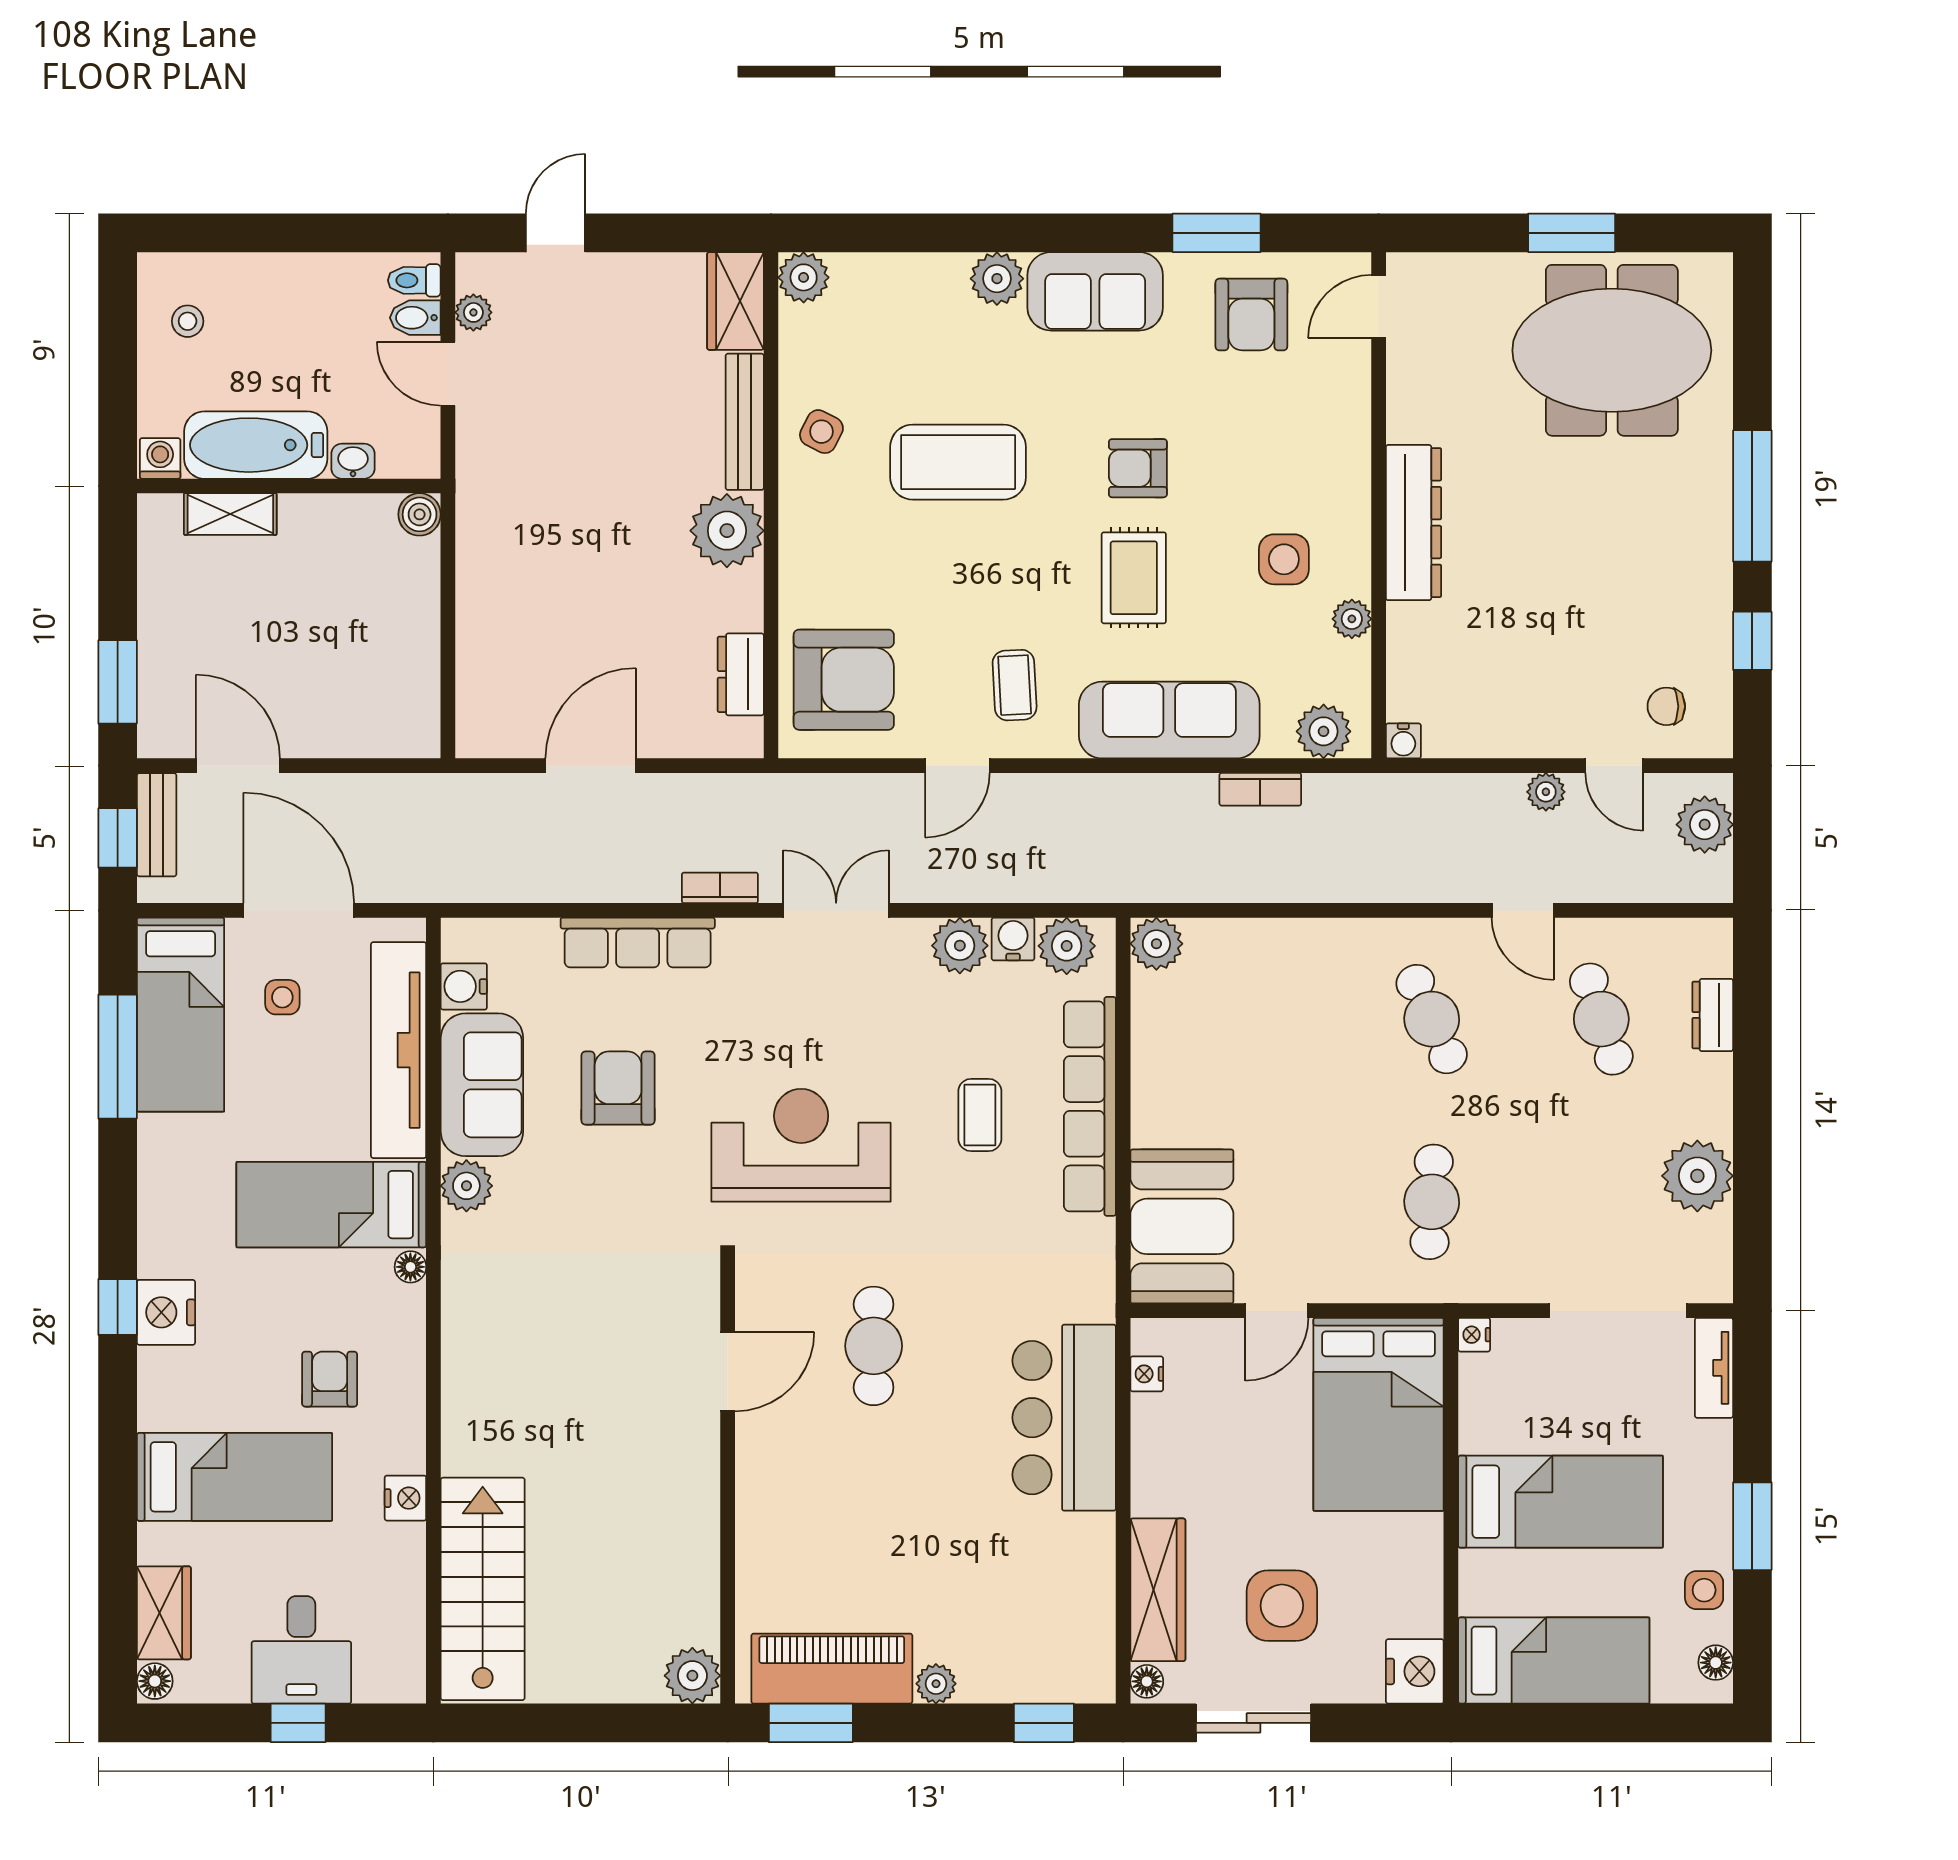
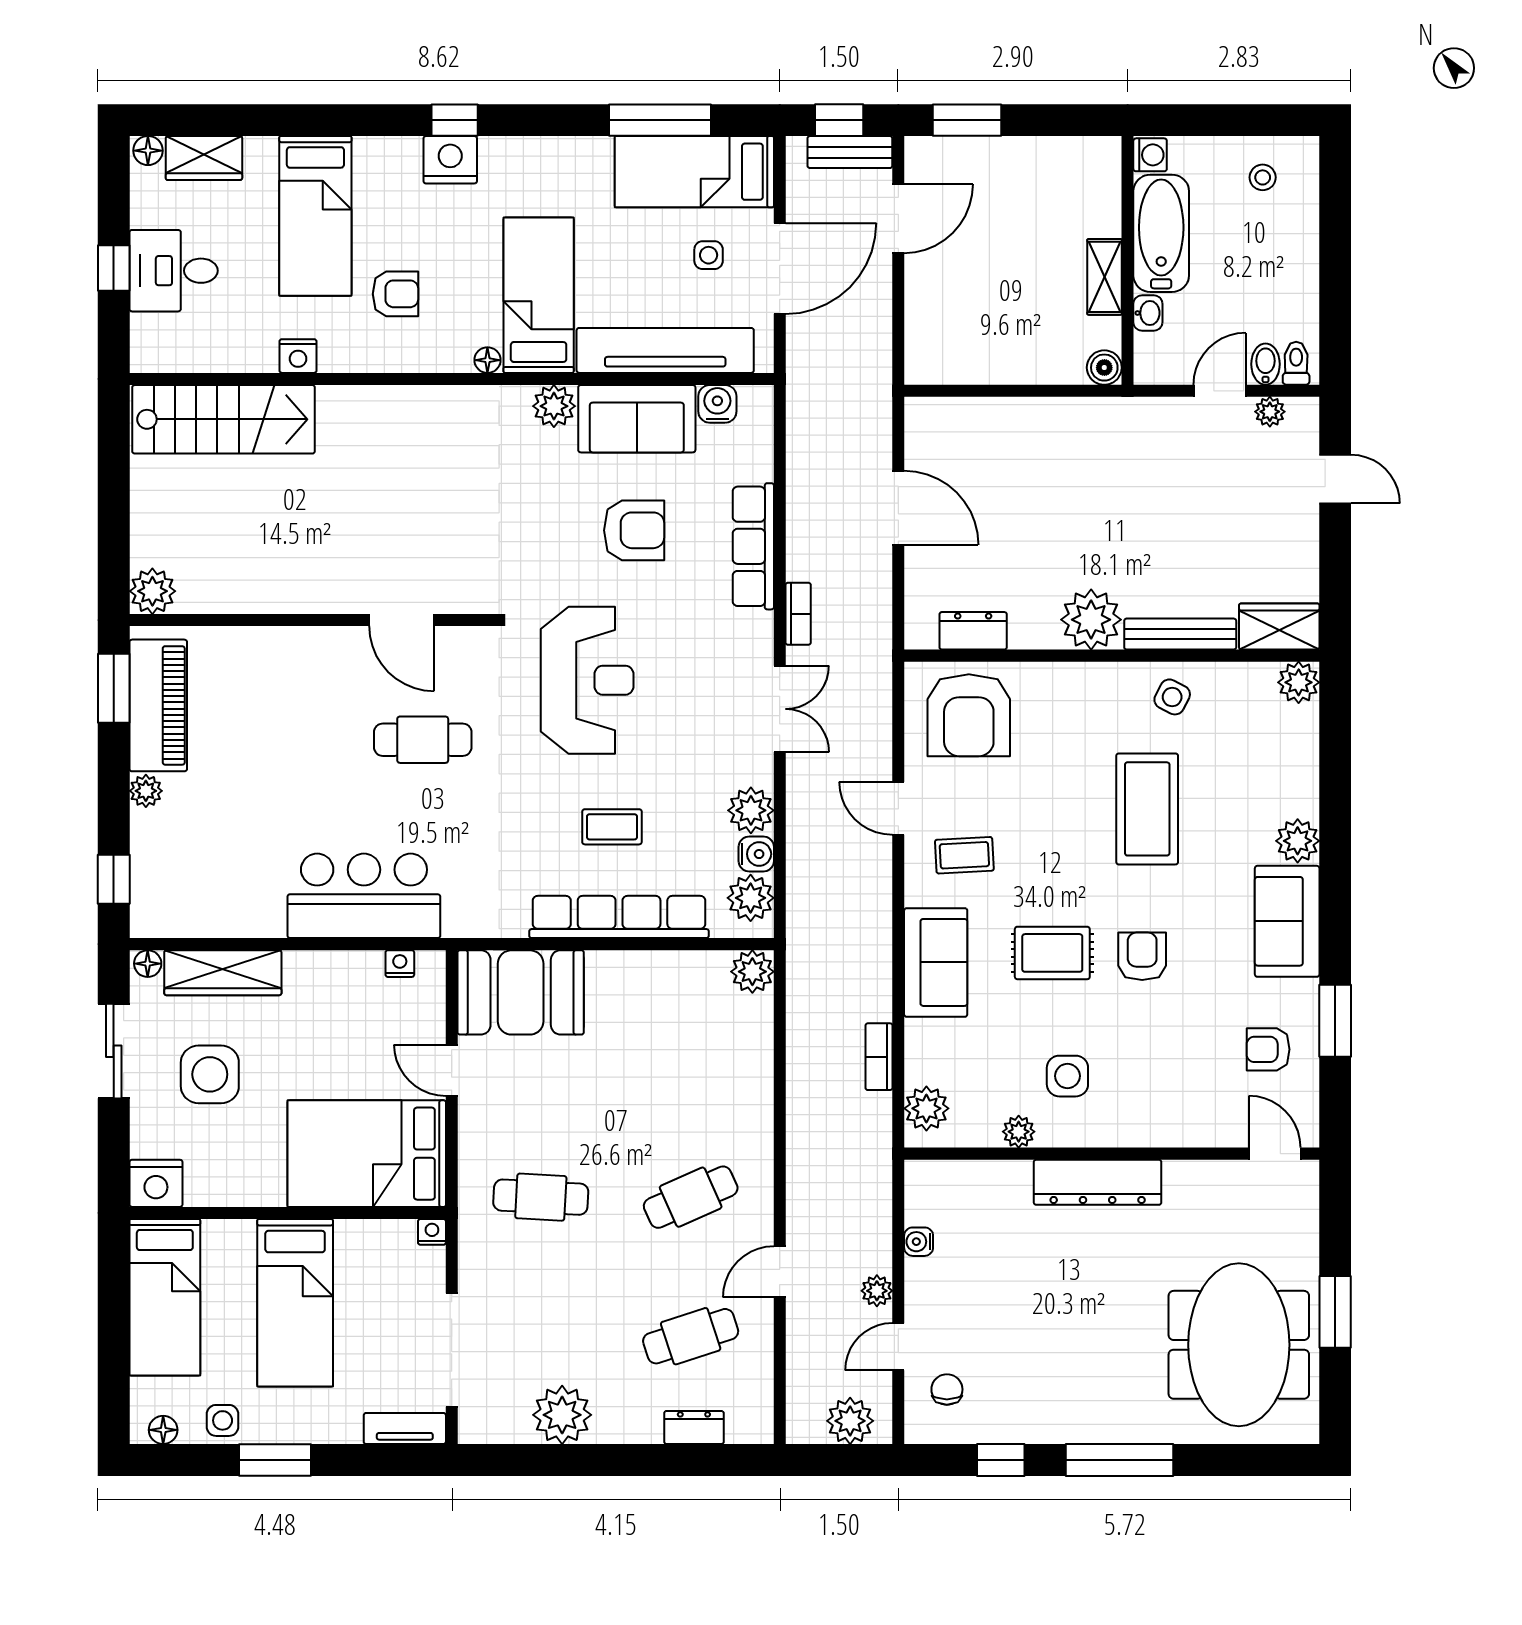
armchair: (1251, 315) -> (1268, 1049), width x0.72, depth x0.72
shelving: (230, 514) -> (1105, 277), moved
sofa: (1169, 720) -> (936, 962), width x0.73
water cooler: (1403, 741) -> (919, 1242), moved

